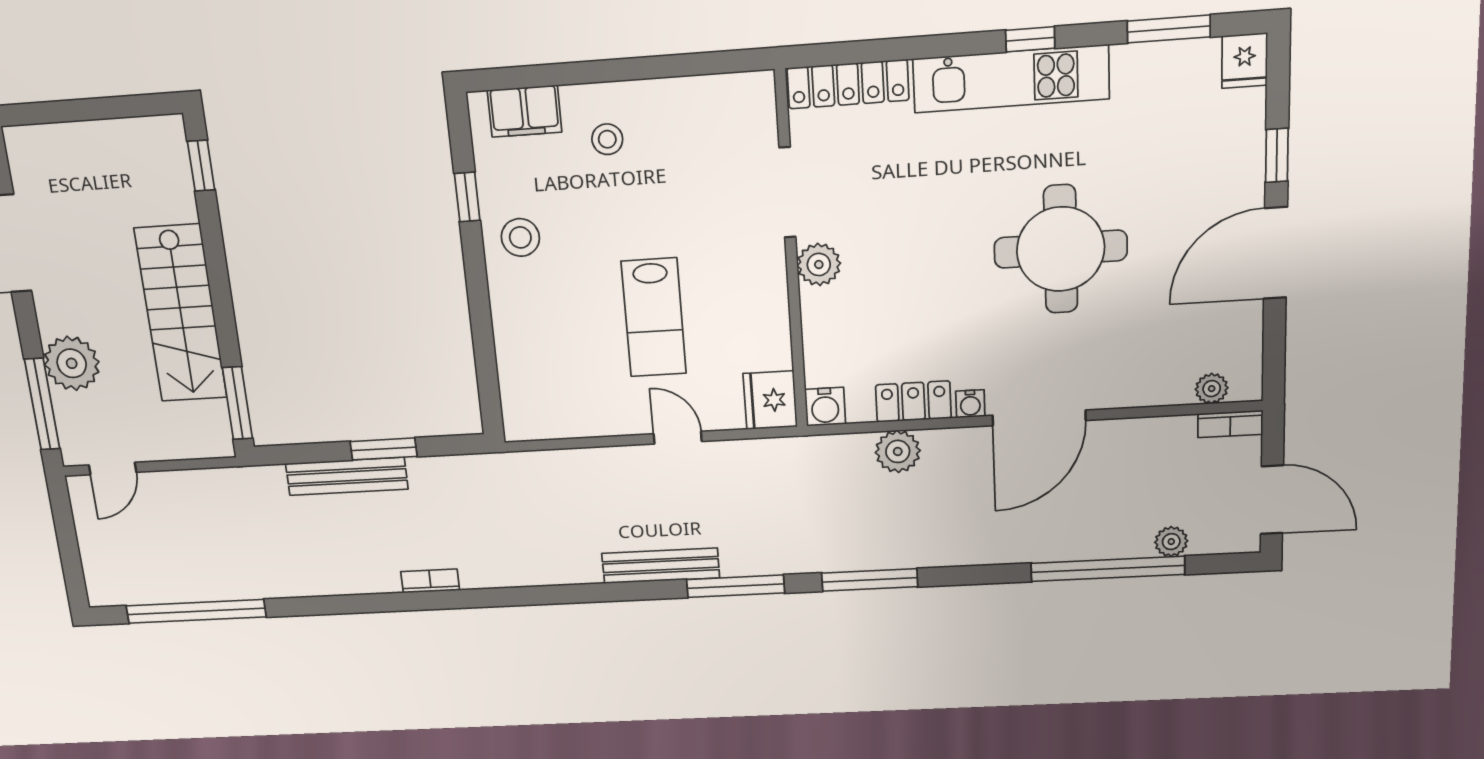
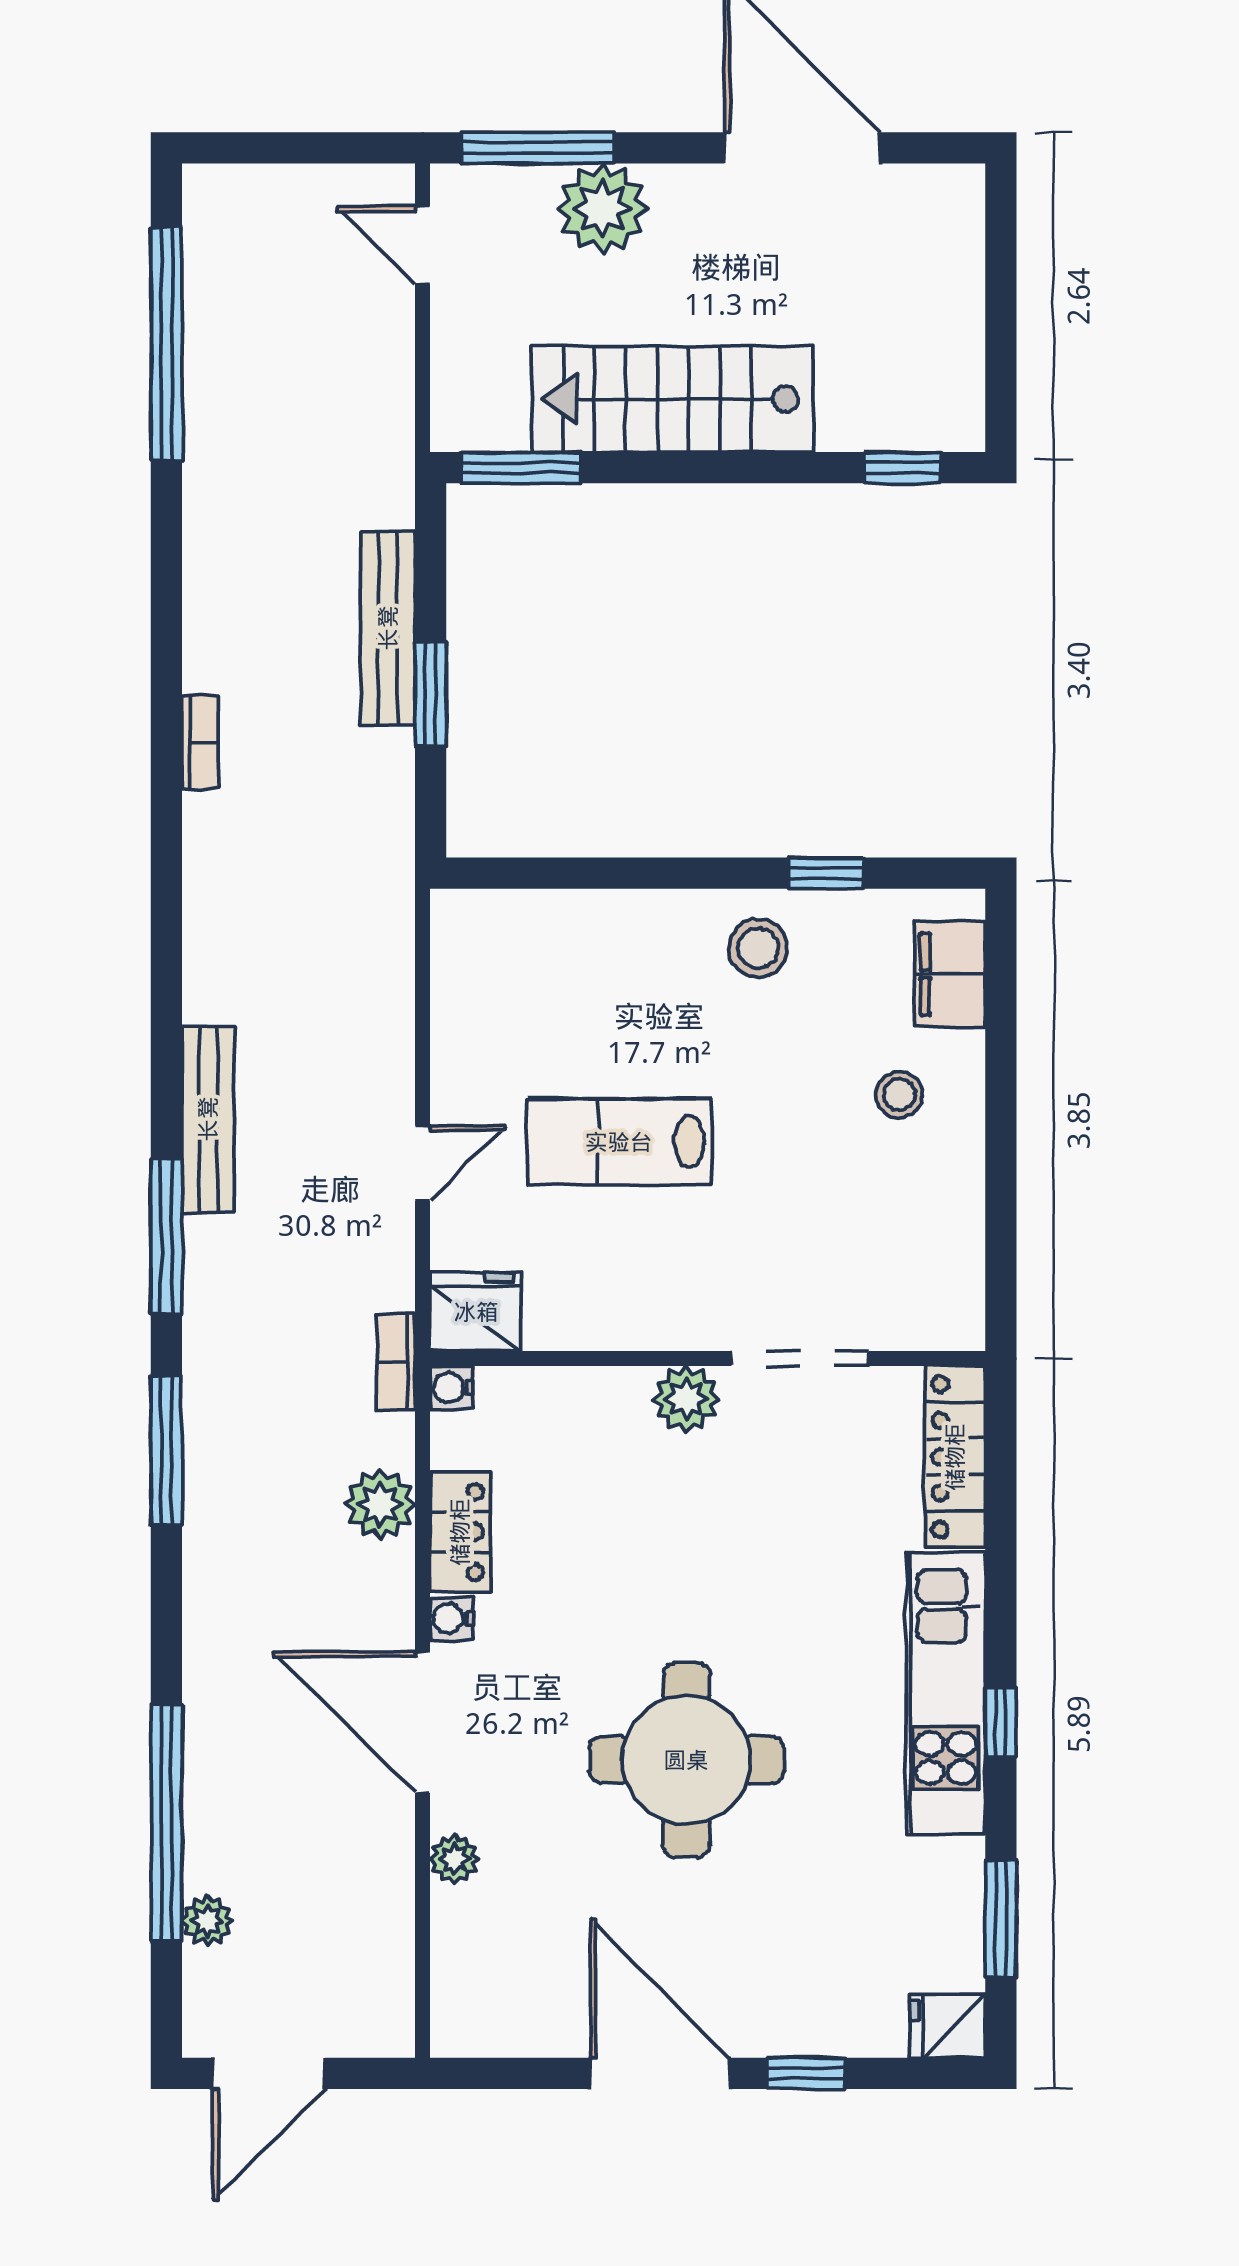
plant: (1212, 389) -> (454, 1859), moved
water cooler: (825, 407) -> (452, 1388), width x0.72, depth x0.72
bookcase: (1230, 424) -> (396, 1362), moved

